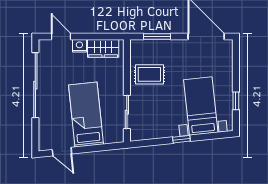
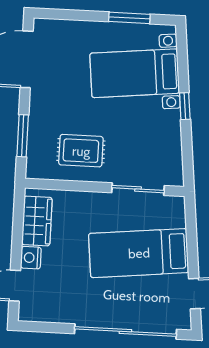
rug: (149, 74) -> (81, 151), turned 90
sliding door: (35, 85) -> (125, 331), moved
window: (236, 101) -> (129, 18), width x1.50

